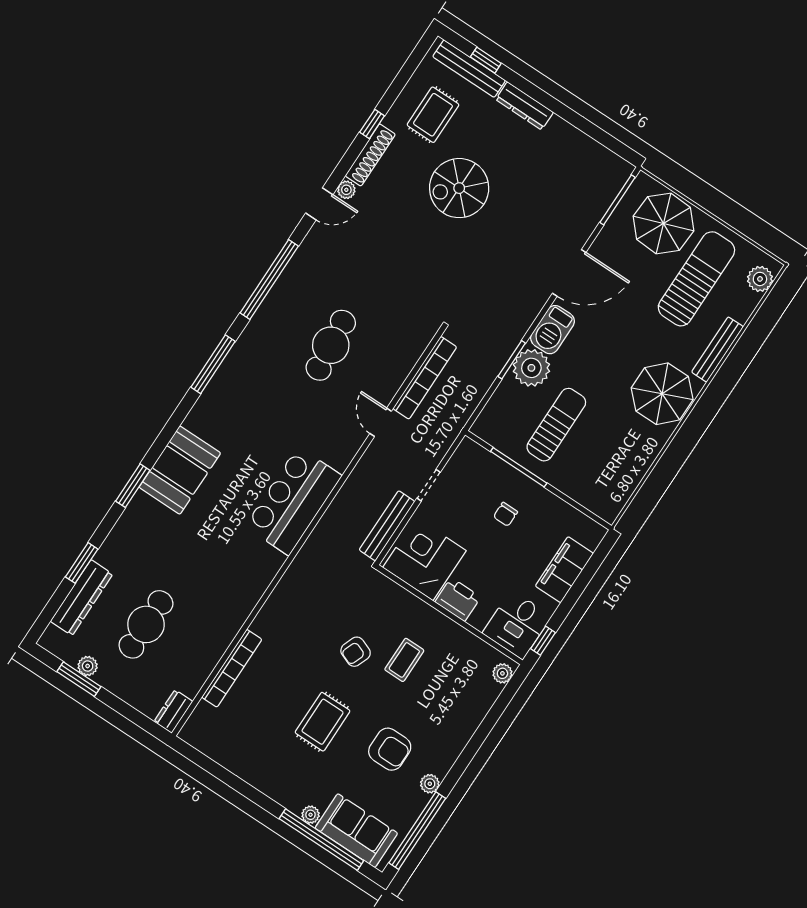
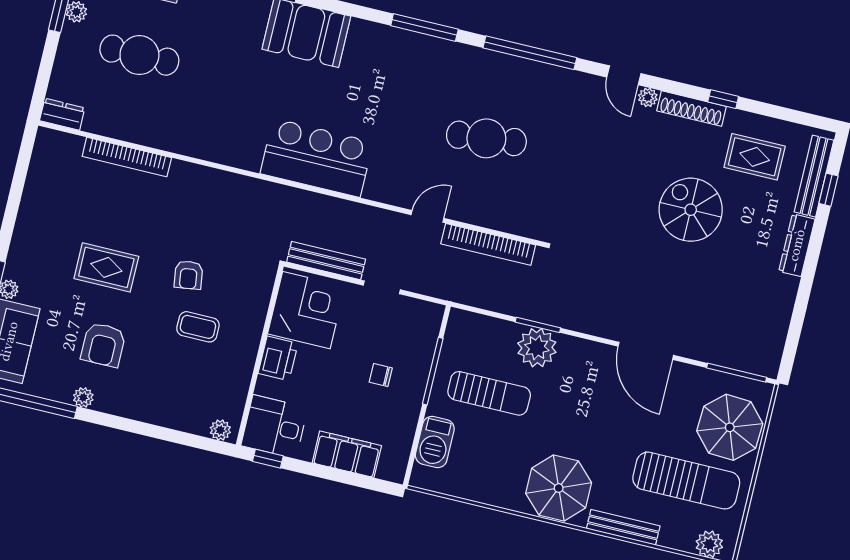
barbecue: (553, 330) -> (435, 442), moved, turned -90
armchair: (356, 652) -> (188, 275), turned -119

